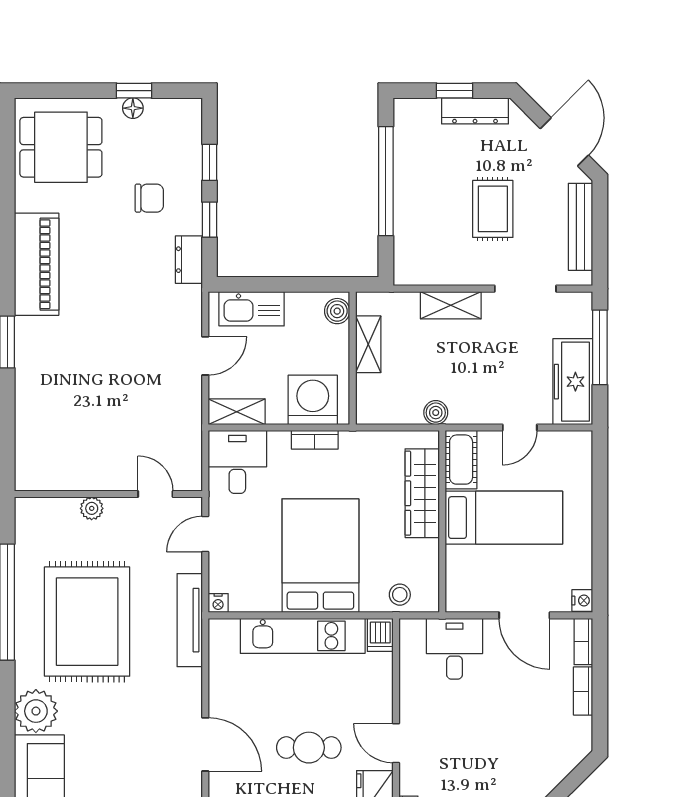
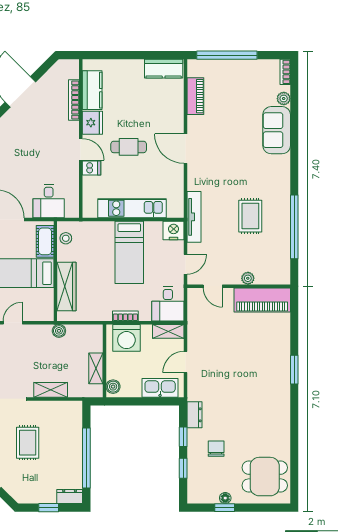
dresser: (475, 111) -> (70, 497), moved, width x0.70
chair: (149, 198) -> (216, 449), turned 90
piano: (37, 264) -> (262, 300), moved, turned -90
cot: (461, 460) -> (45, 241), moved
bed: (320, 556) -> (129, 252), width x0.67
stool: (400, 595) -> (66, 238), moved
nightstand: (218, 603) -> (174, 230), width x1.89, depth x1.79
rug: (87, 622) -> (250, 216), width x0.54, depth x0.49
dishwasher: (380, 635) -> (91, 168), moved, turned 90
plant: (36, 711) -> (278, 167), removed

